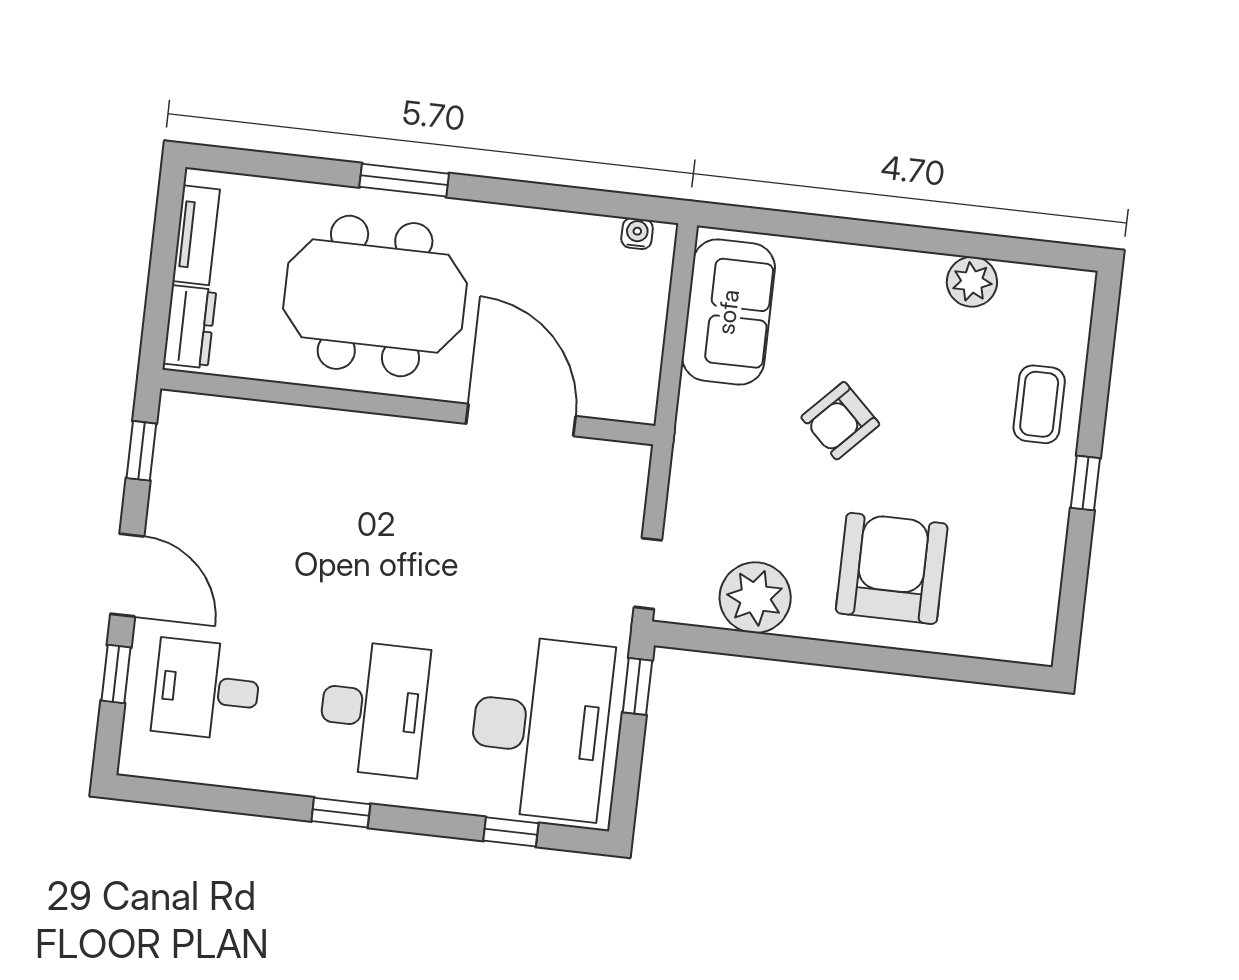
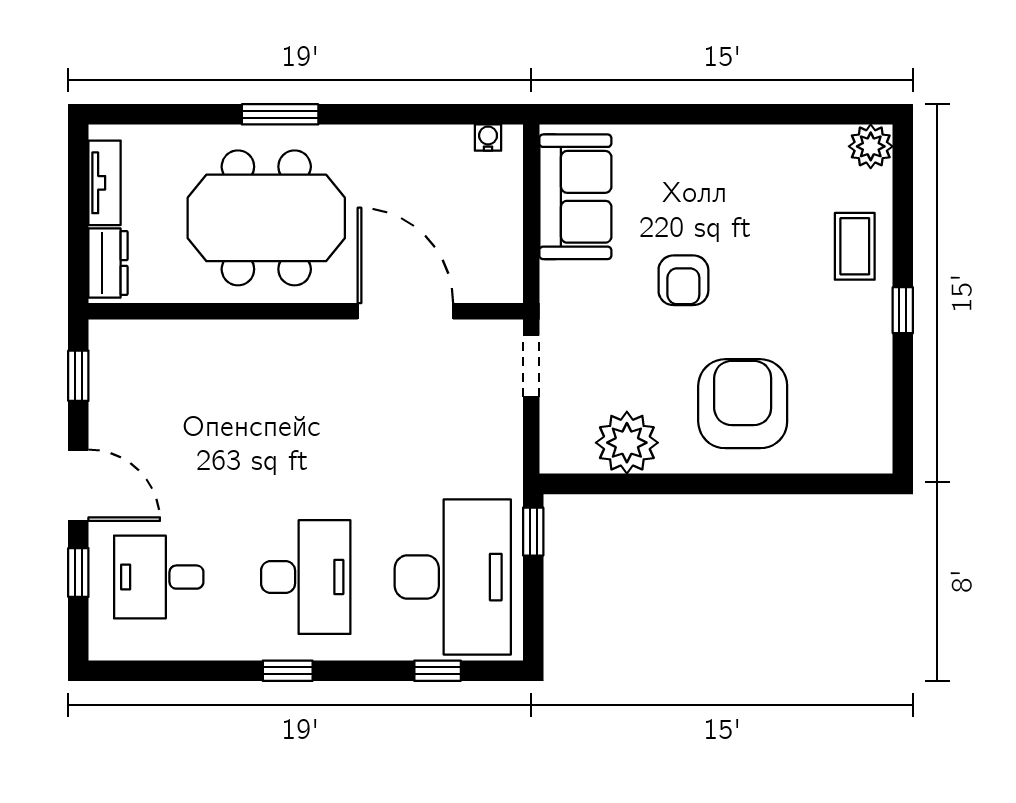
plant: (972, 282) -> (871, 146), moved
armchair: (840, 421) -> (683, 280), turned -44
doorway: (648, 574) -> (531, 366), moved

